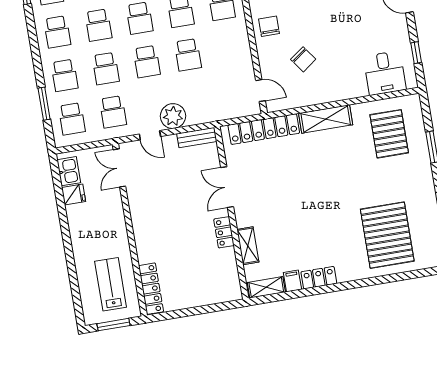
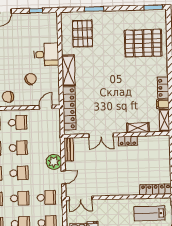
school desk: (229, 48) -> (18, 123), added
desk: (385, 73) -> (46, 54), moved
pallet: (389, 134) -> (82, 34), turned 90

